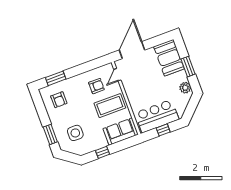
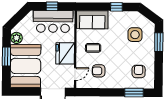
booth: (169, 58) -> (26, 66), width x1.36, depth x1.42
fridge: (134, 91) -> (65, 53), added
coffee table: (110, 106) -> (93, 48), width x0.54, depth x0.58

